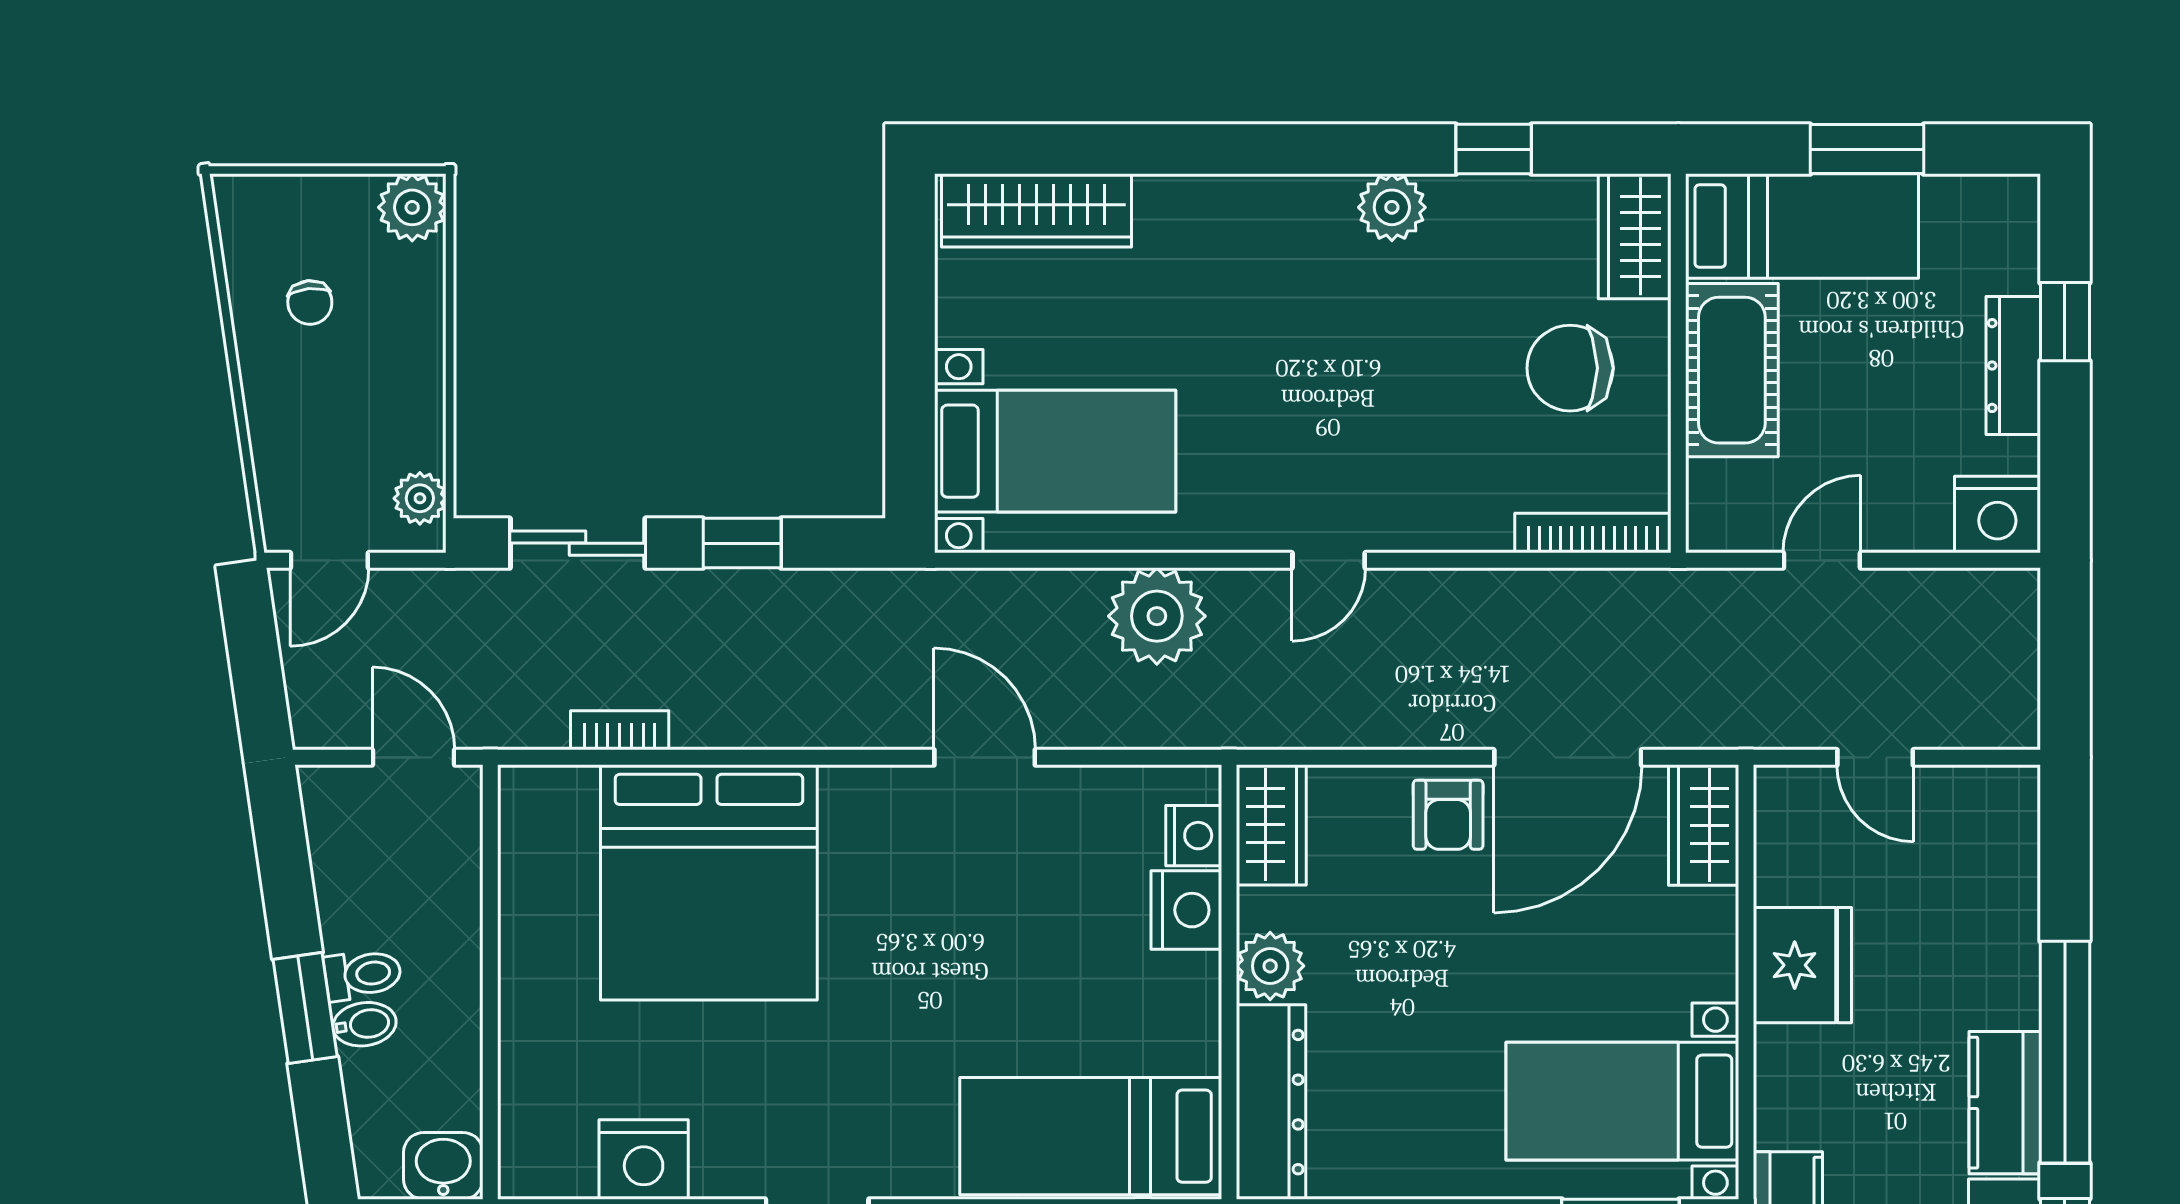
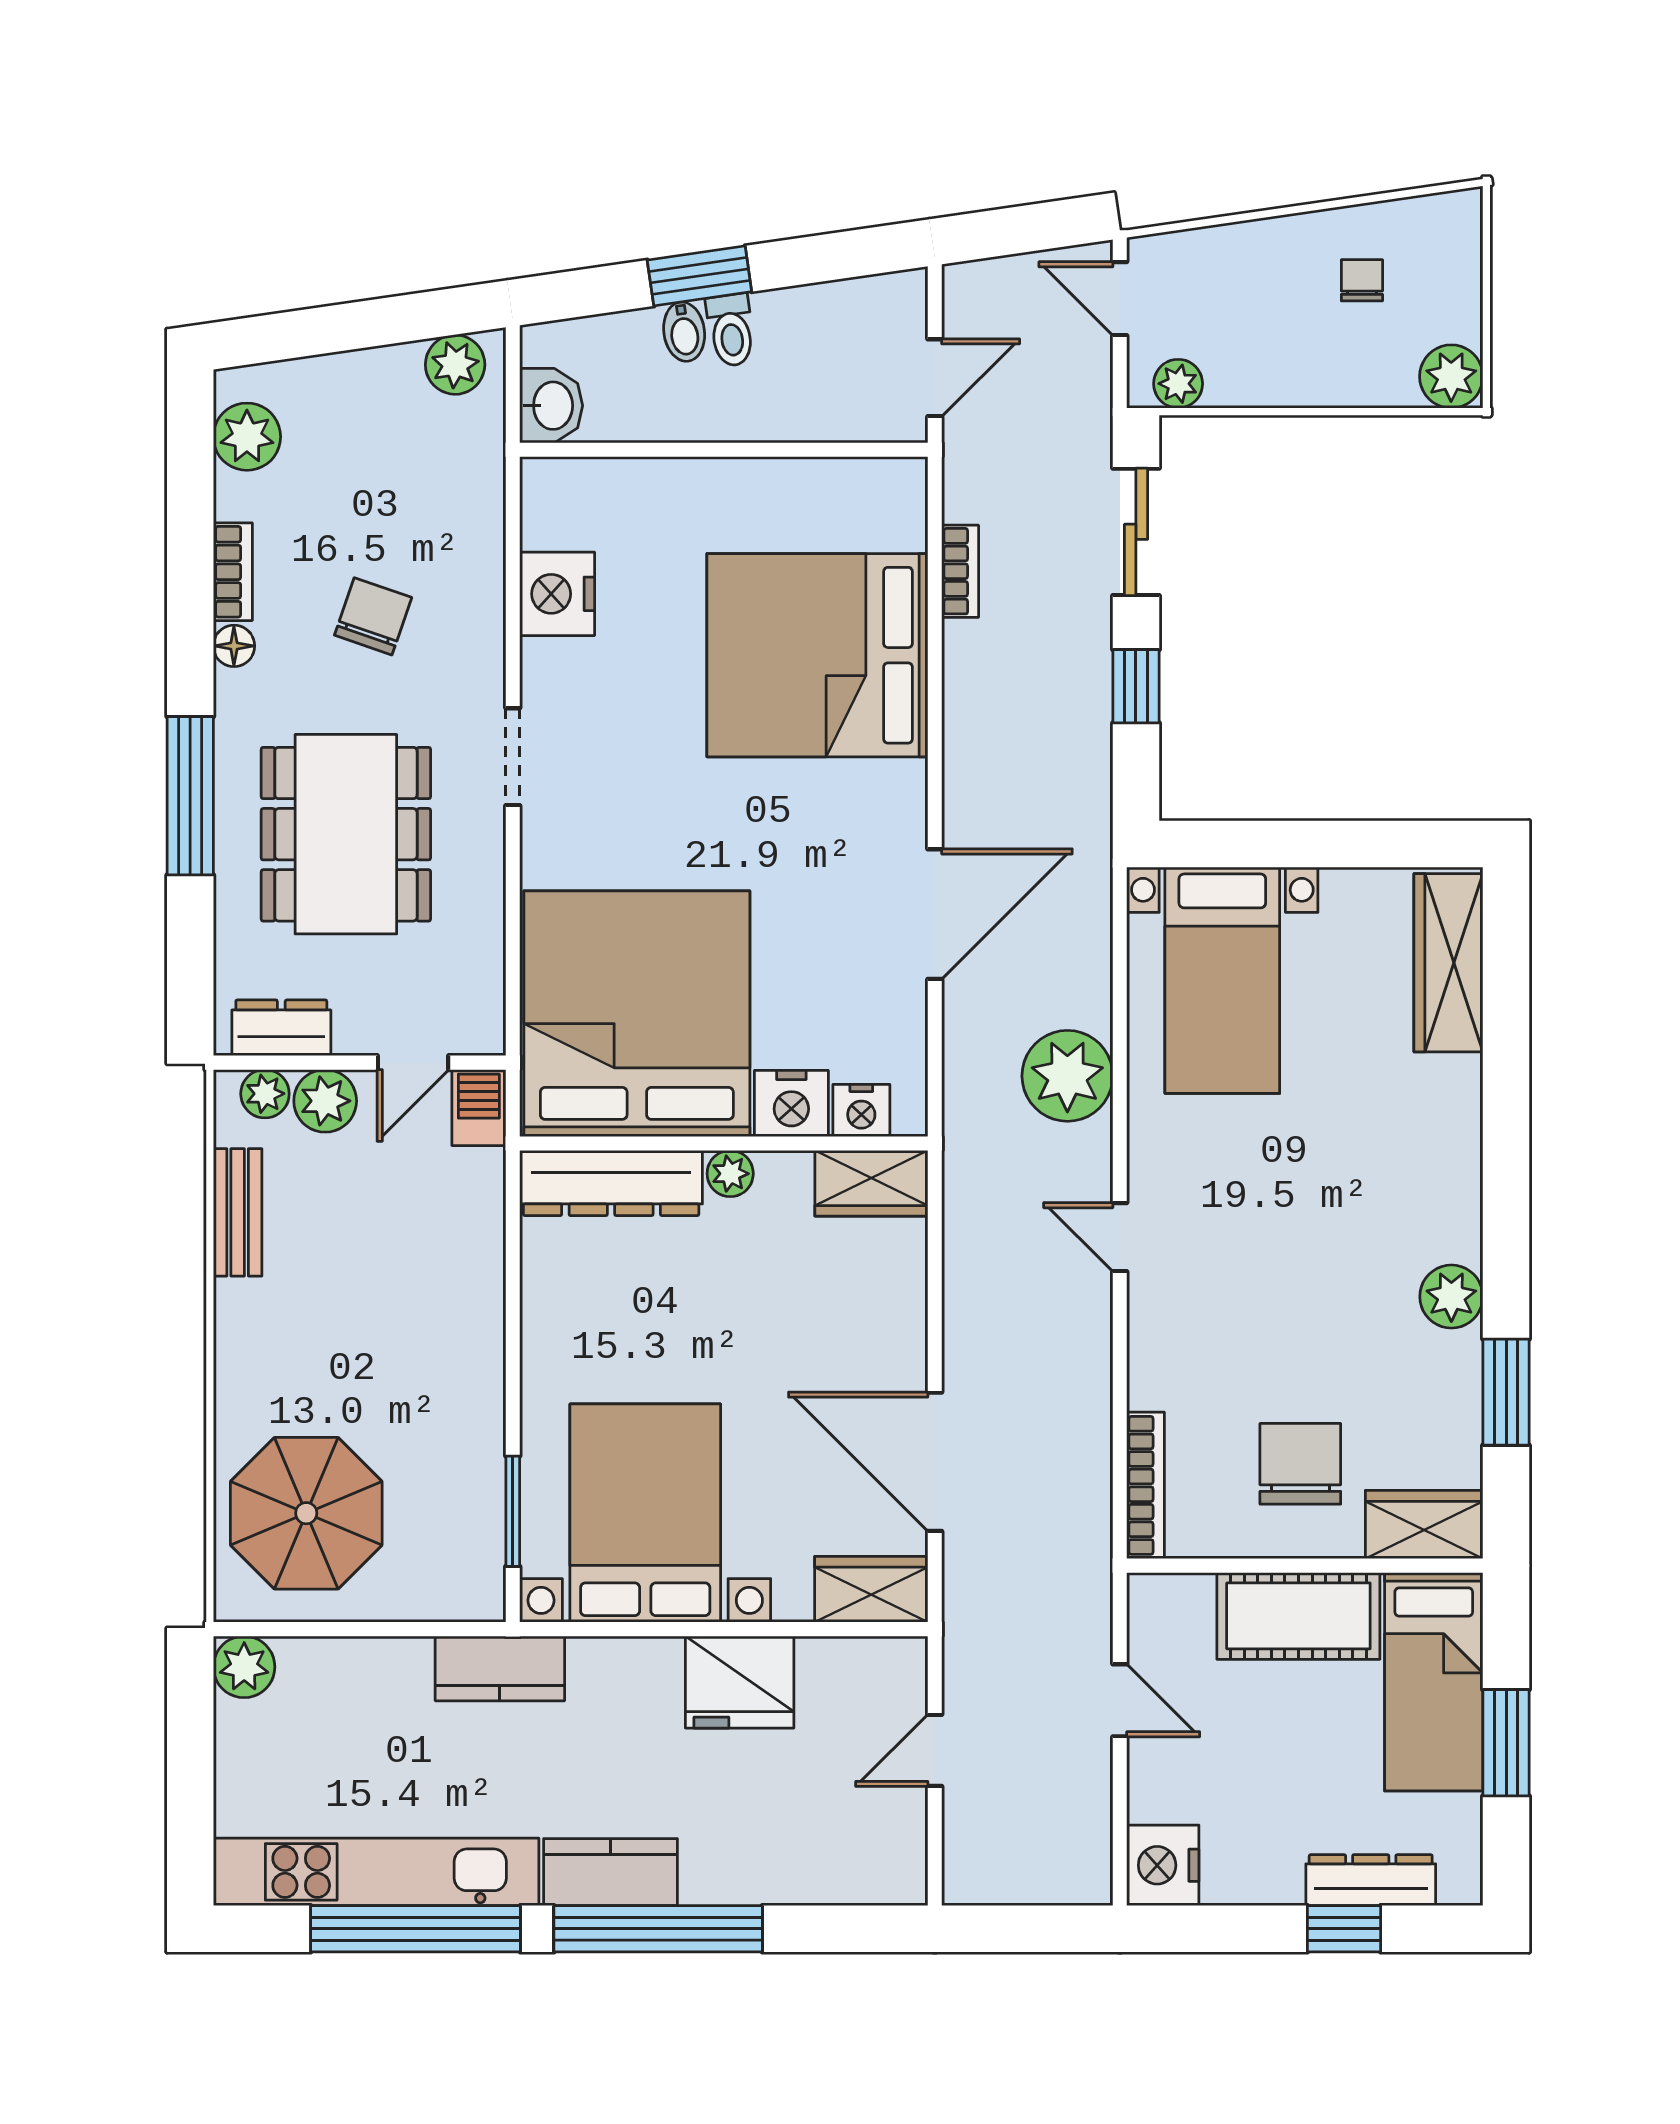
window: (1494, 149) -> (1506, 1392), width x1.50
chair: (310, 302) -> (1362, 280), turned 96
dresser: (2013, 366) -> (1371, 1880), moved
door: (985, 757) -> (935, 914), width x1.36
armchair: (1448, 815) -> (881, 1349), removed
plant: (1270, 966) -> (730, 1174), width x0.73, depth x0.73
bed with nightstands: (1622, 1101) -> (645, 1513), width x1.36
bed: (1091, 1136) -> (637, 1014), width x2.04

